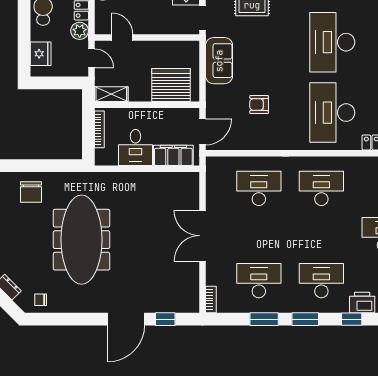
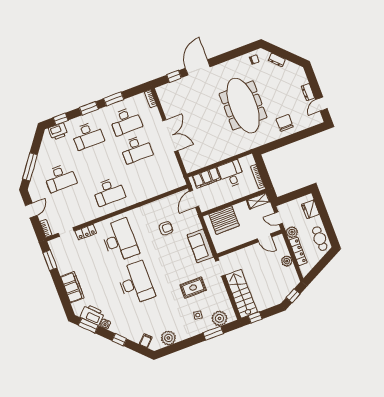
desk: (259, 188) -> (136, 149), moved

